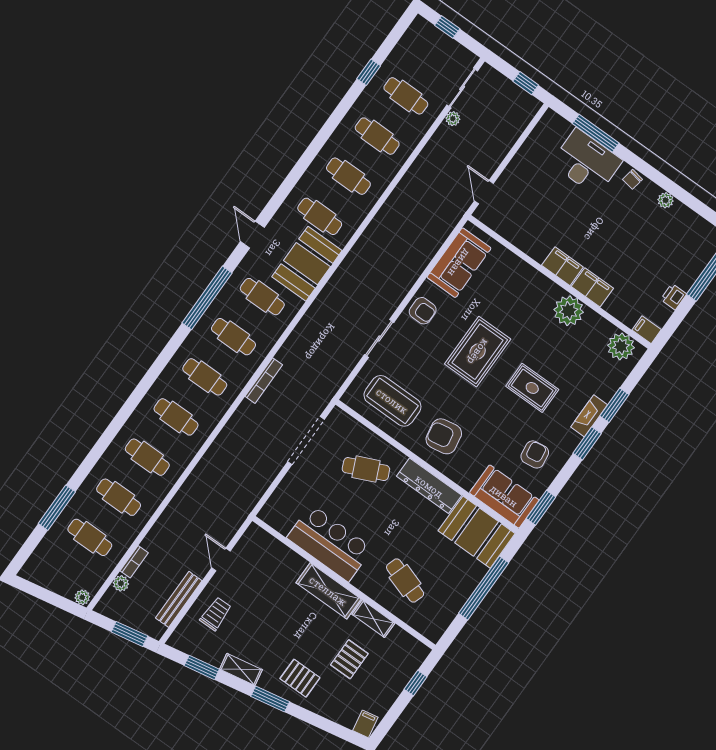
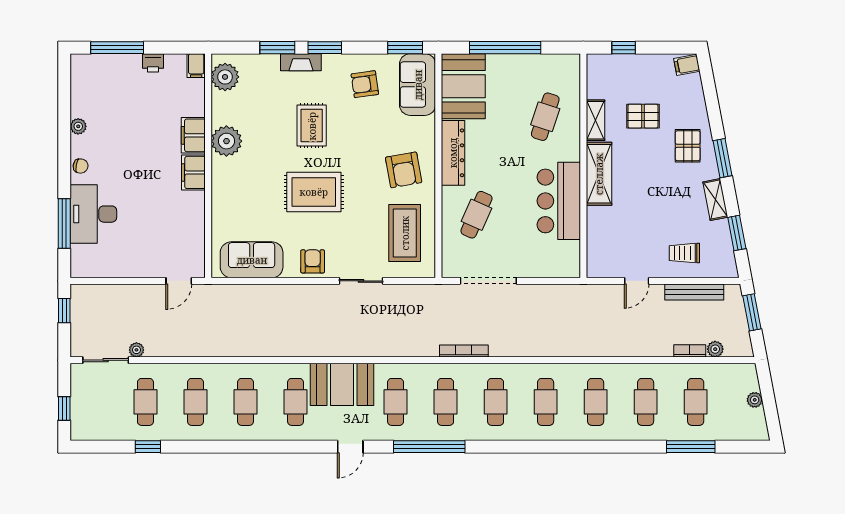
cafe table: (366, 469) -> (476, 215), turned 48
plant: (82, 597) -> (755, 400), moved

